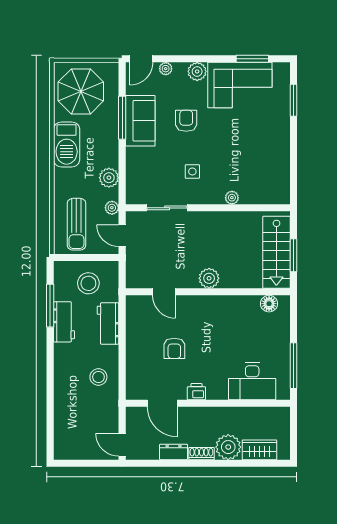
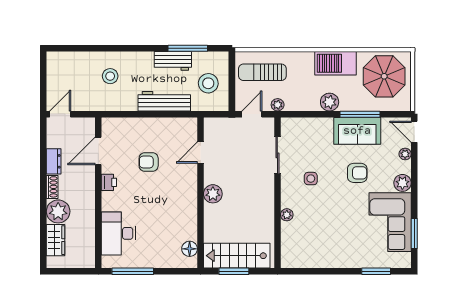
plant: (109, 178) -> (330, 102), moved
workbench: (108, 323) -> (164, 101), width x1.38
stool: (98, 377) -> (110, 76), moved

